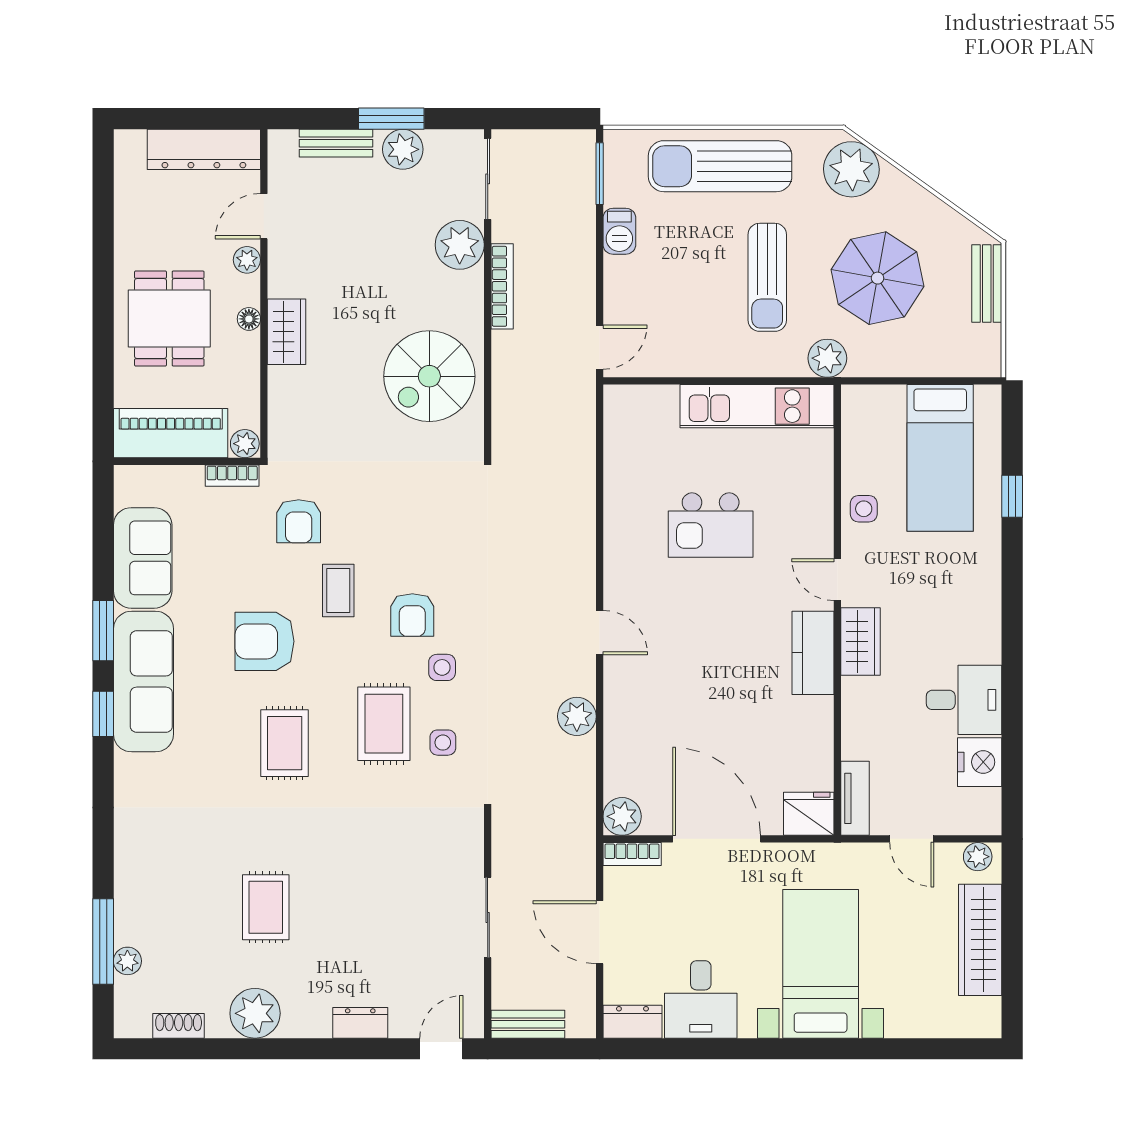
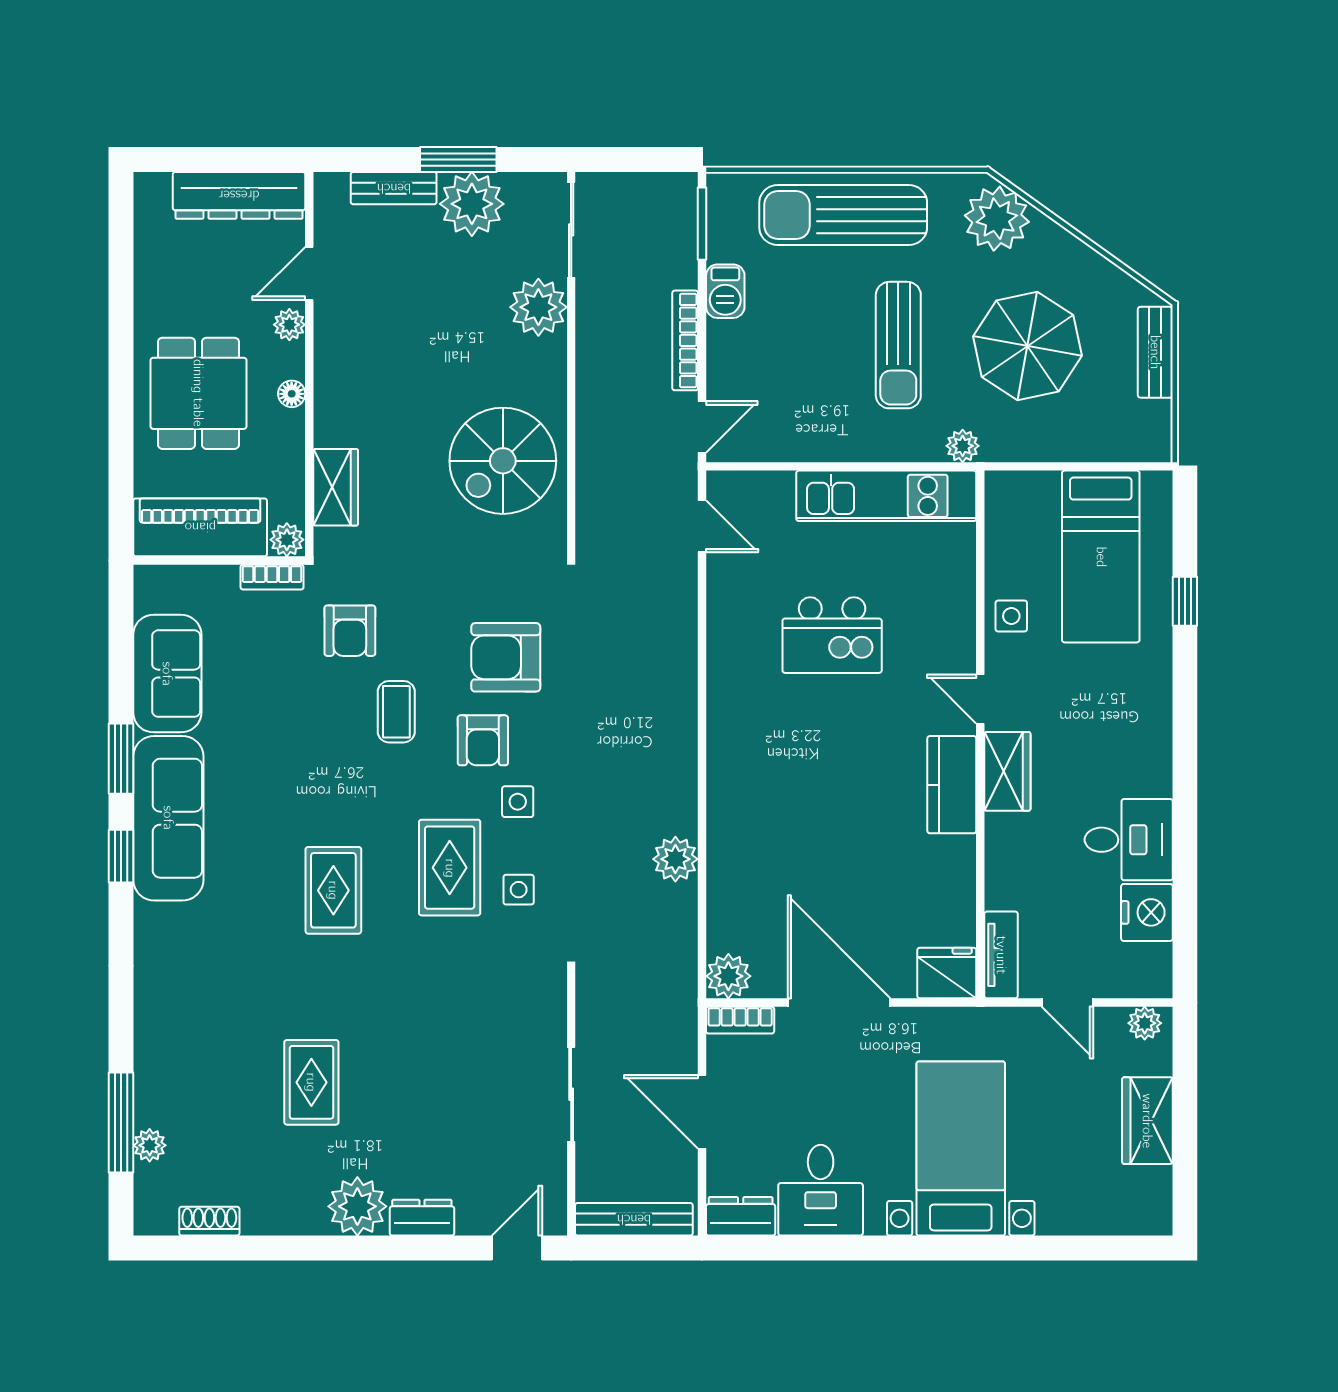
plant: (403, 149) -> (472, 204), width x1.36, depth x1.36
bookcase: (502, 286) -> (685, 340), moved, turned 180
wardrobe: (286, 332) -> (336, 487), moved
plant: (827, 358) -> (963, 446), width x0.73, depth x0.73
door: (600, 633) -> (702, 526), moved
armchair: (264, 641) -> (506, 657), moved
wardrobe: (980, 940) -> (1147, 1121), width x0.67
plant: (255, 1013) -> (357, 1206), moved
bench: (528, 1024) -> (634, 1219), width x1.36

